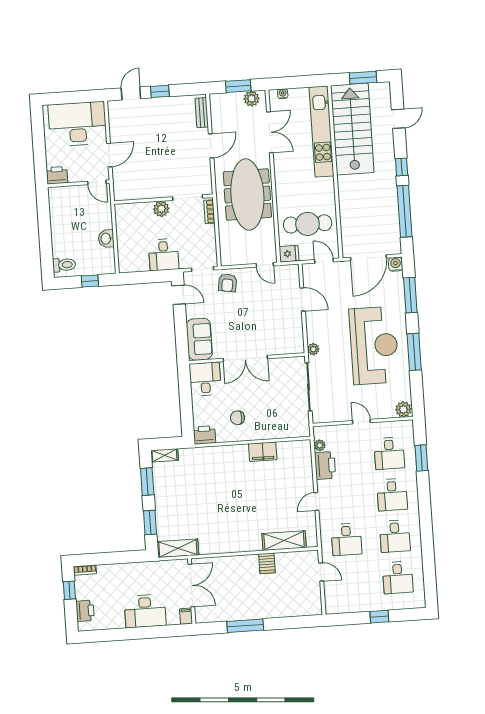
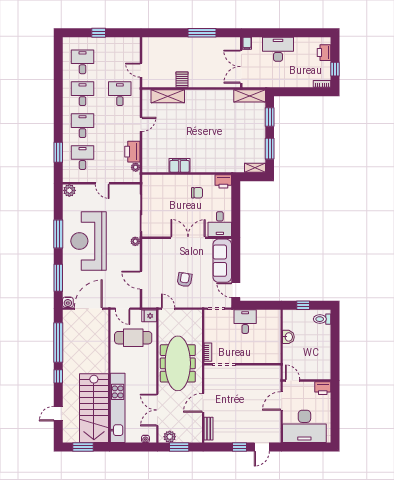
plant: (161, 209) -> (245, 357), removed
armchair: (228, 283) -> (184, 280), moved
sofa: (199, 339) -> (222, 261), width x1.36

